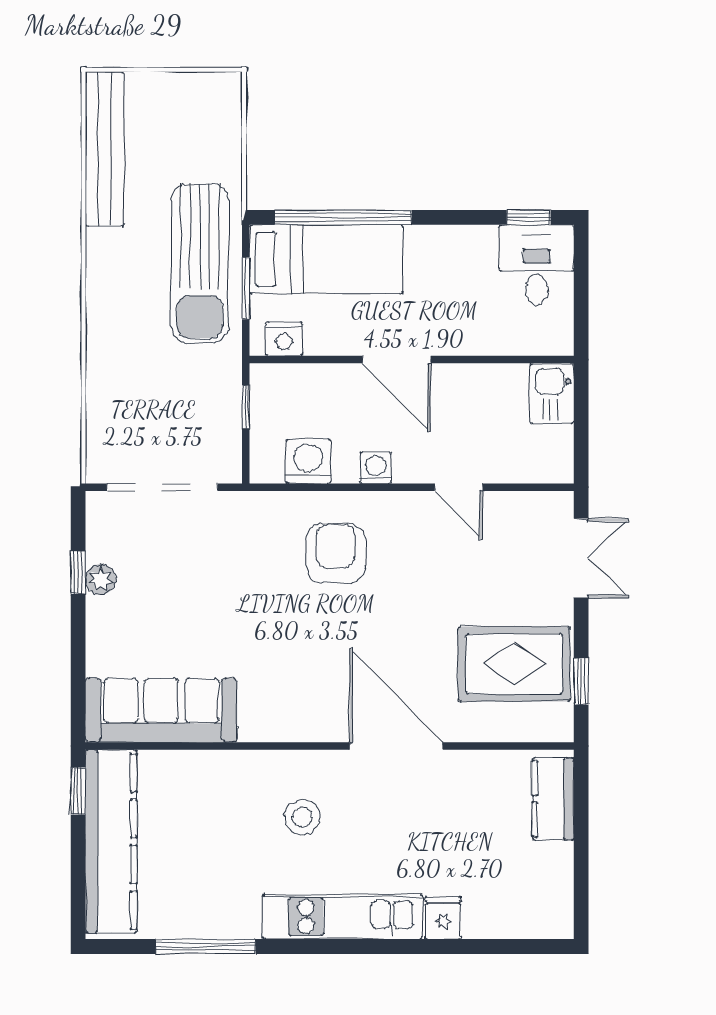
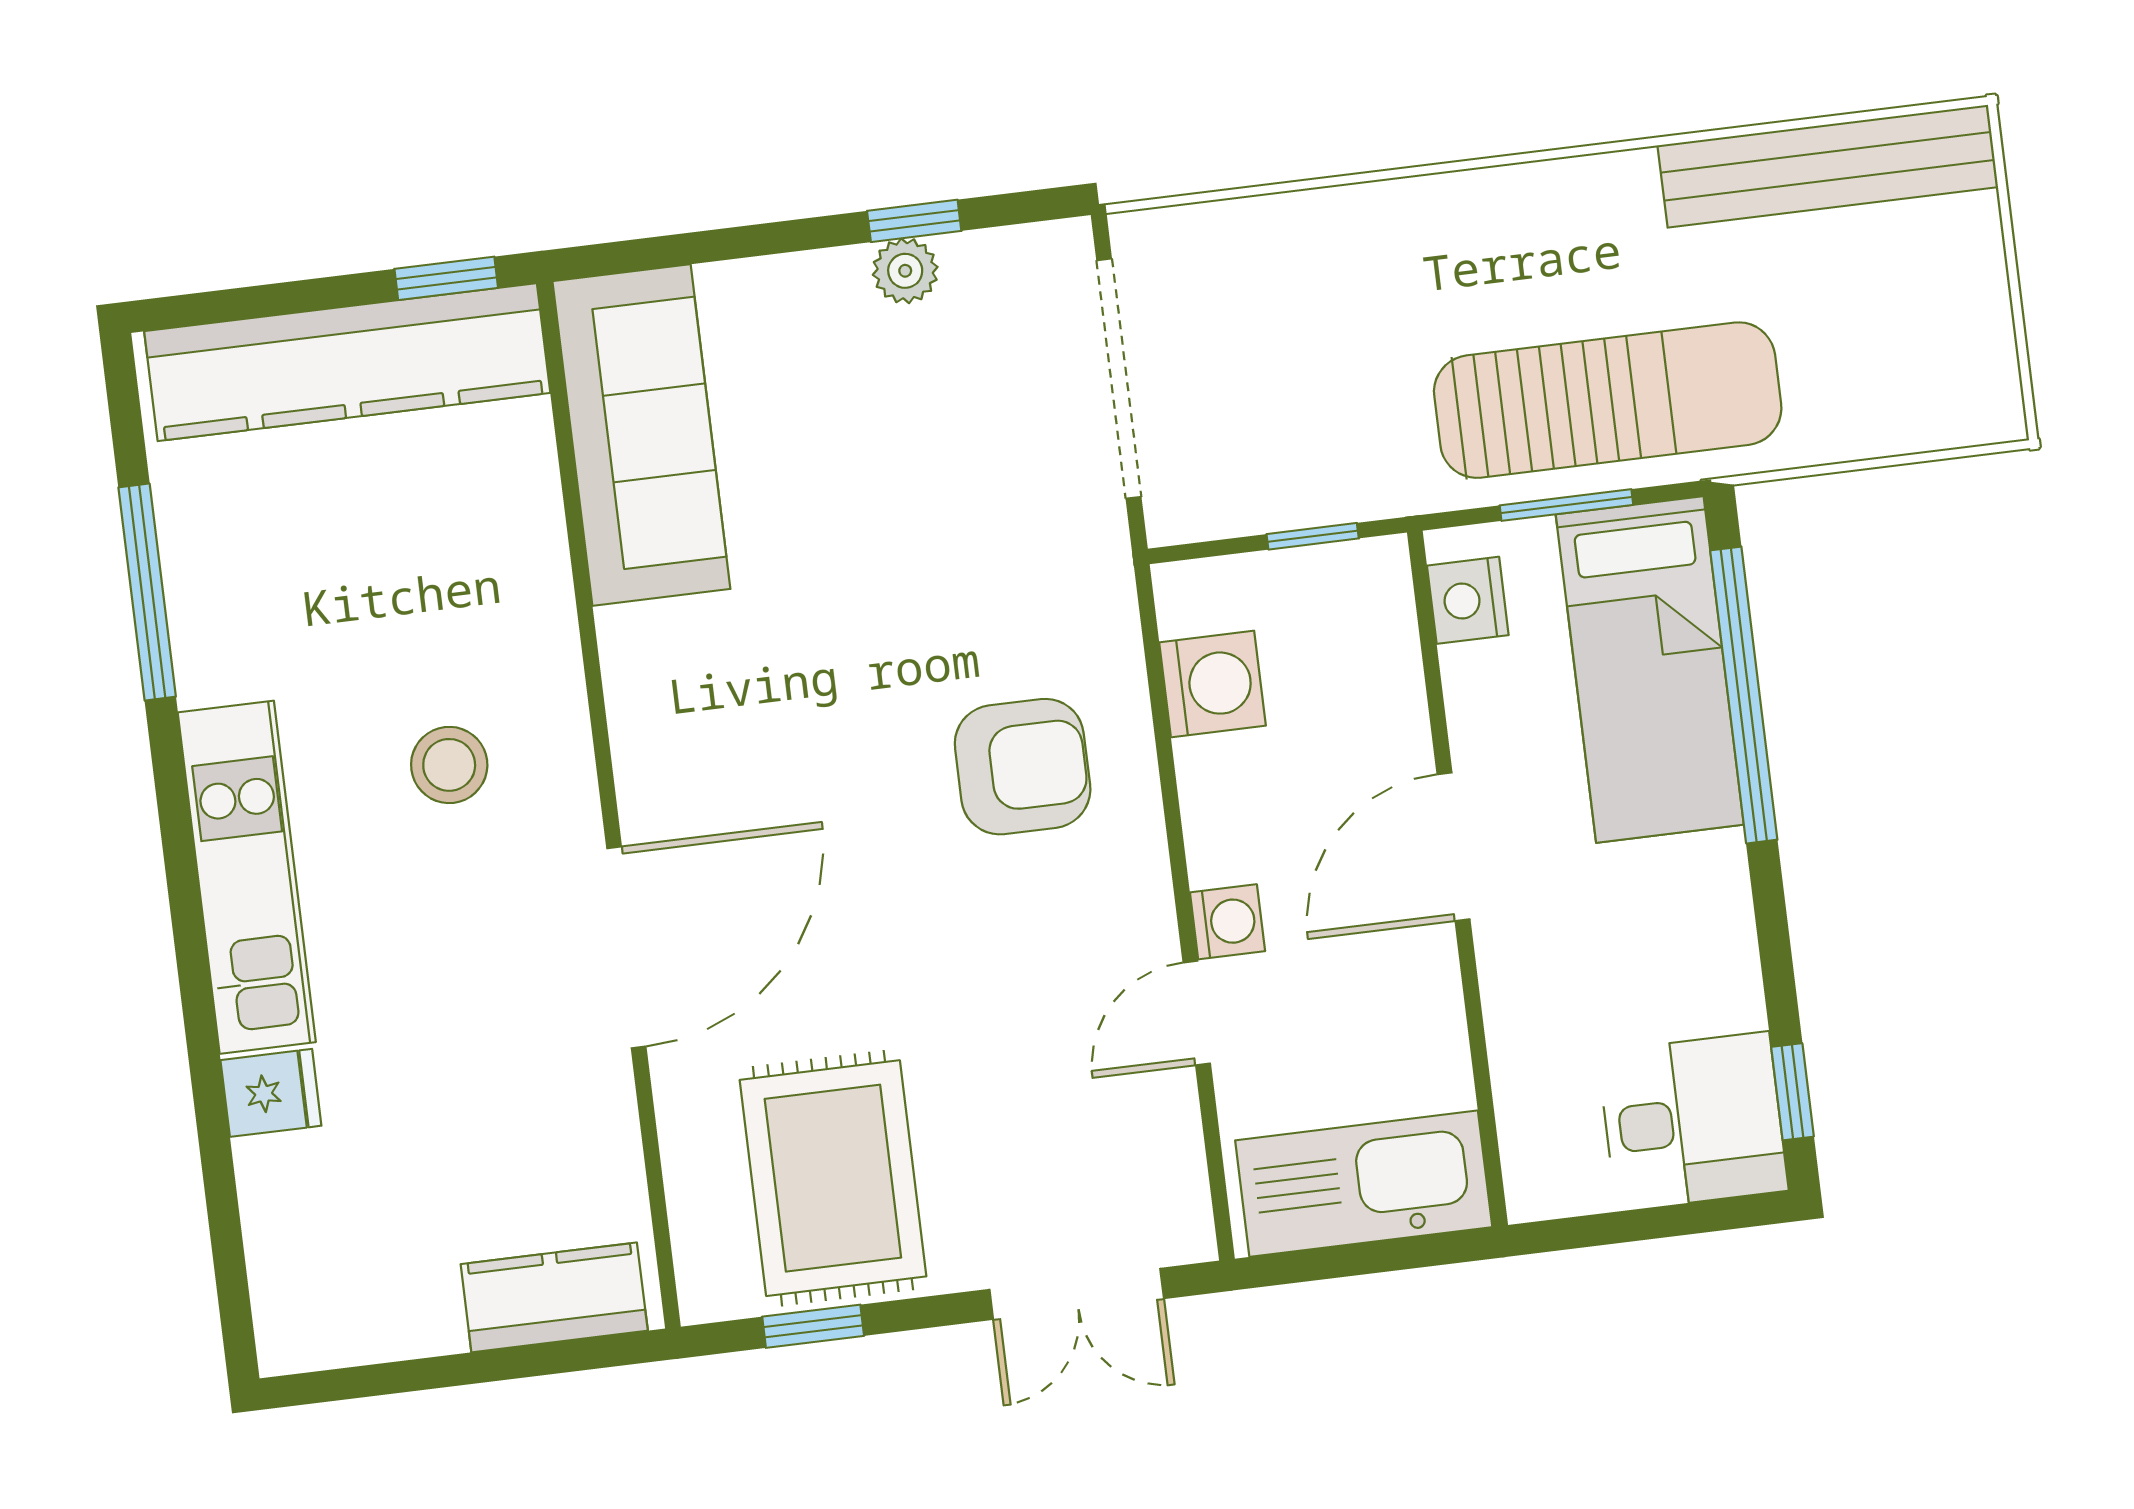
sun lounger: (200, 263) -> (1608, 400), turned 180
kitchen sink: (552, 393) -> (1364, 1184), width x1.87, depth x1.24
washing machine: (376, 468) -> (1227, 922), moved

